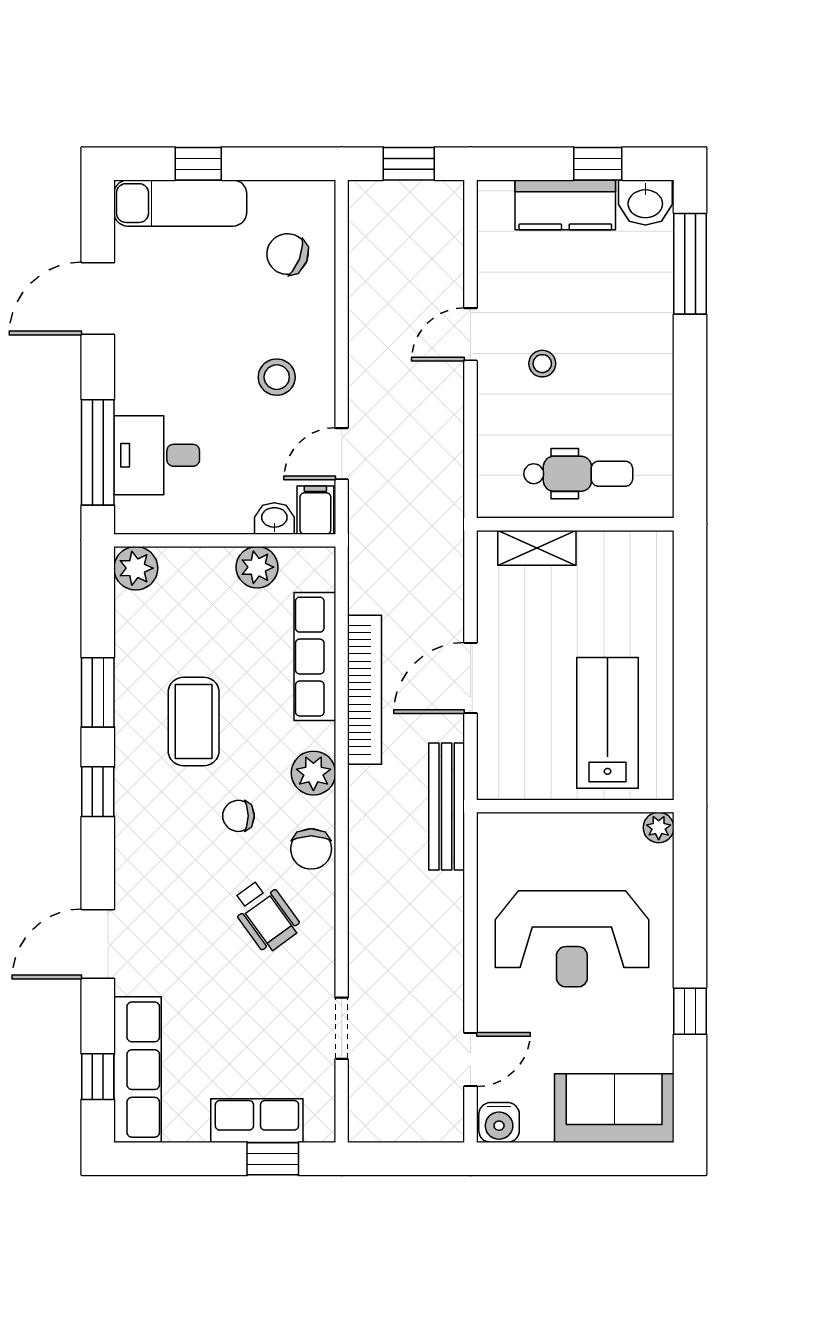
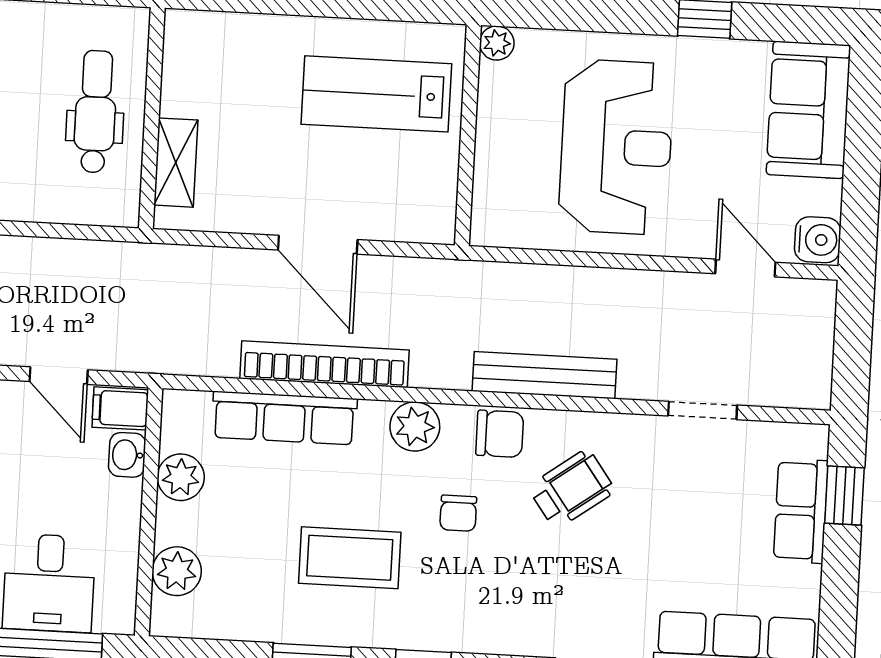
plant: (136, 568) -> (177, 571), moved
bench: (447, 806) -> (545, 375), moved

